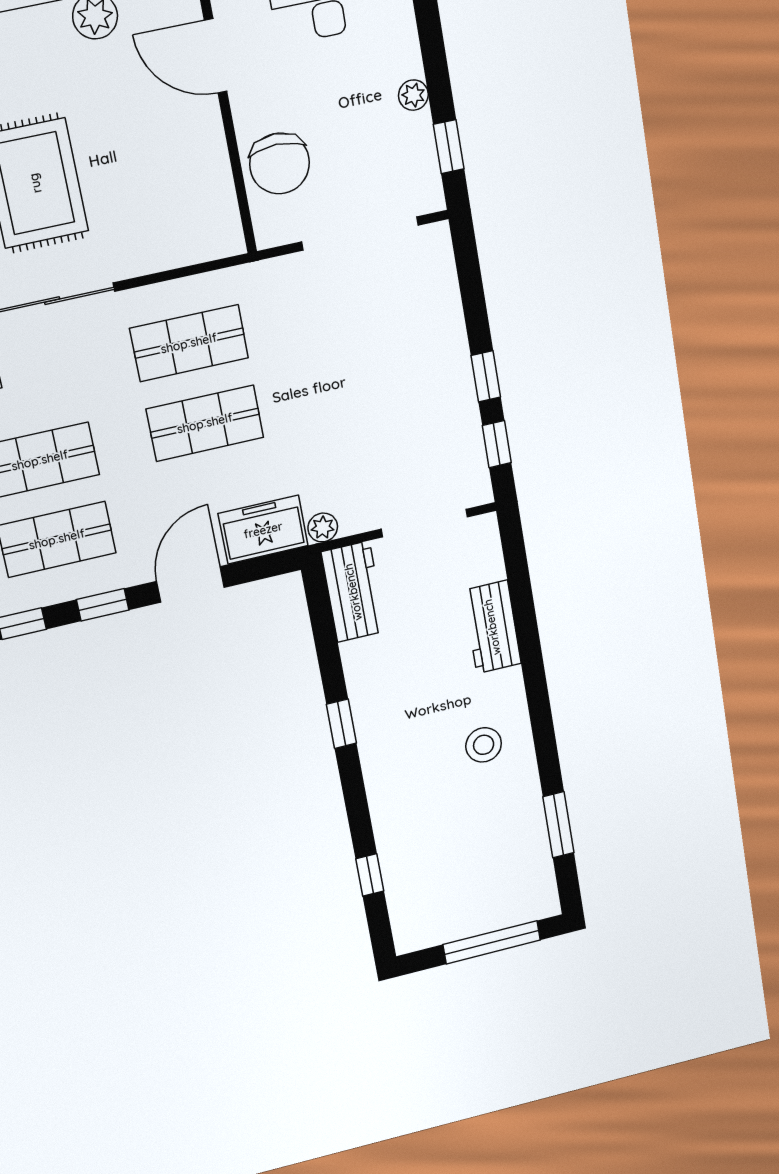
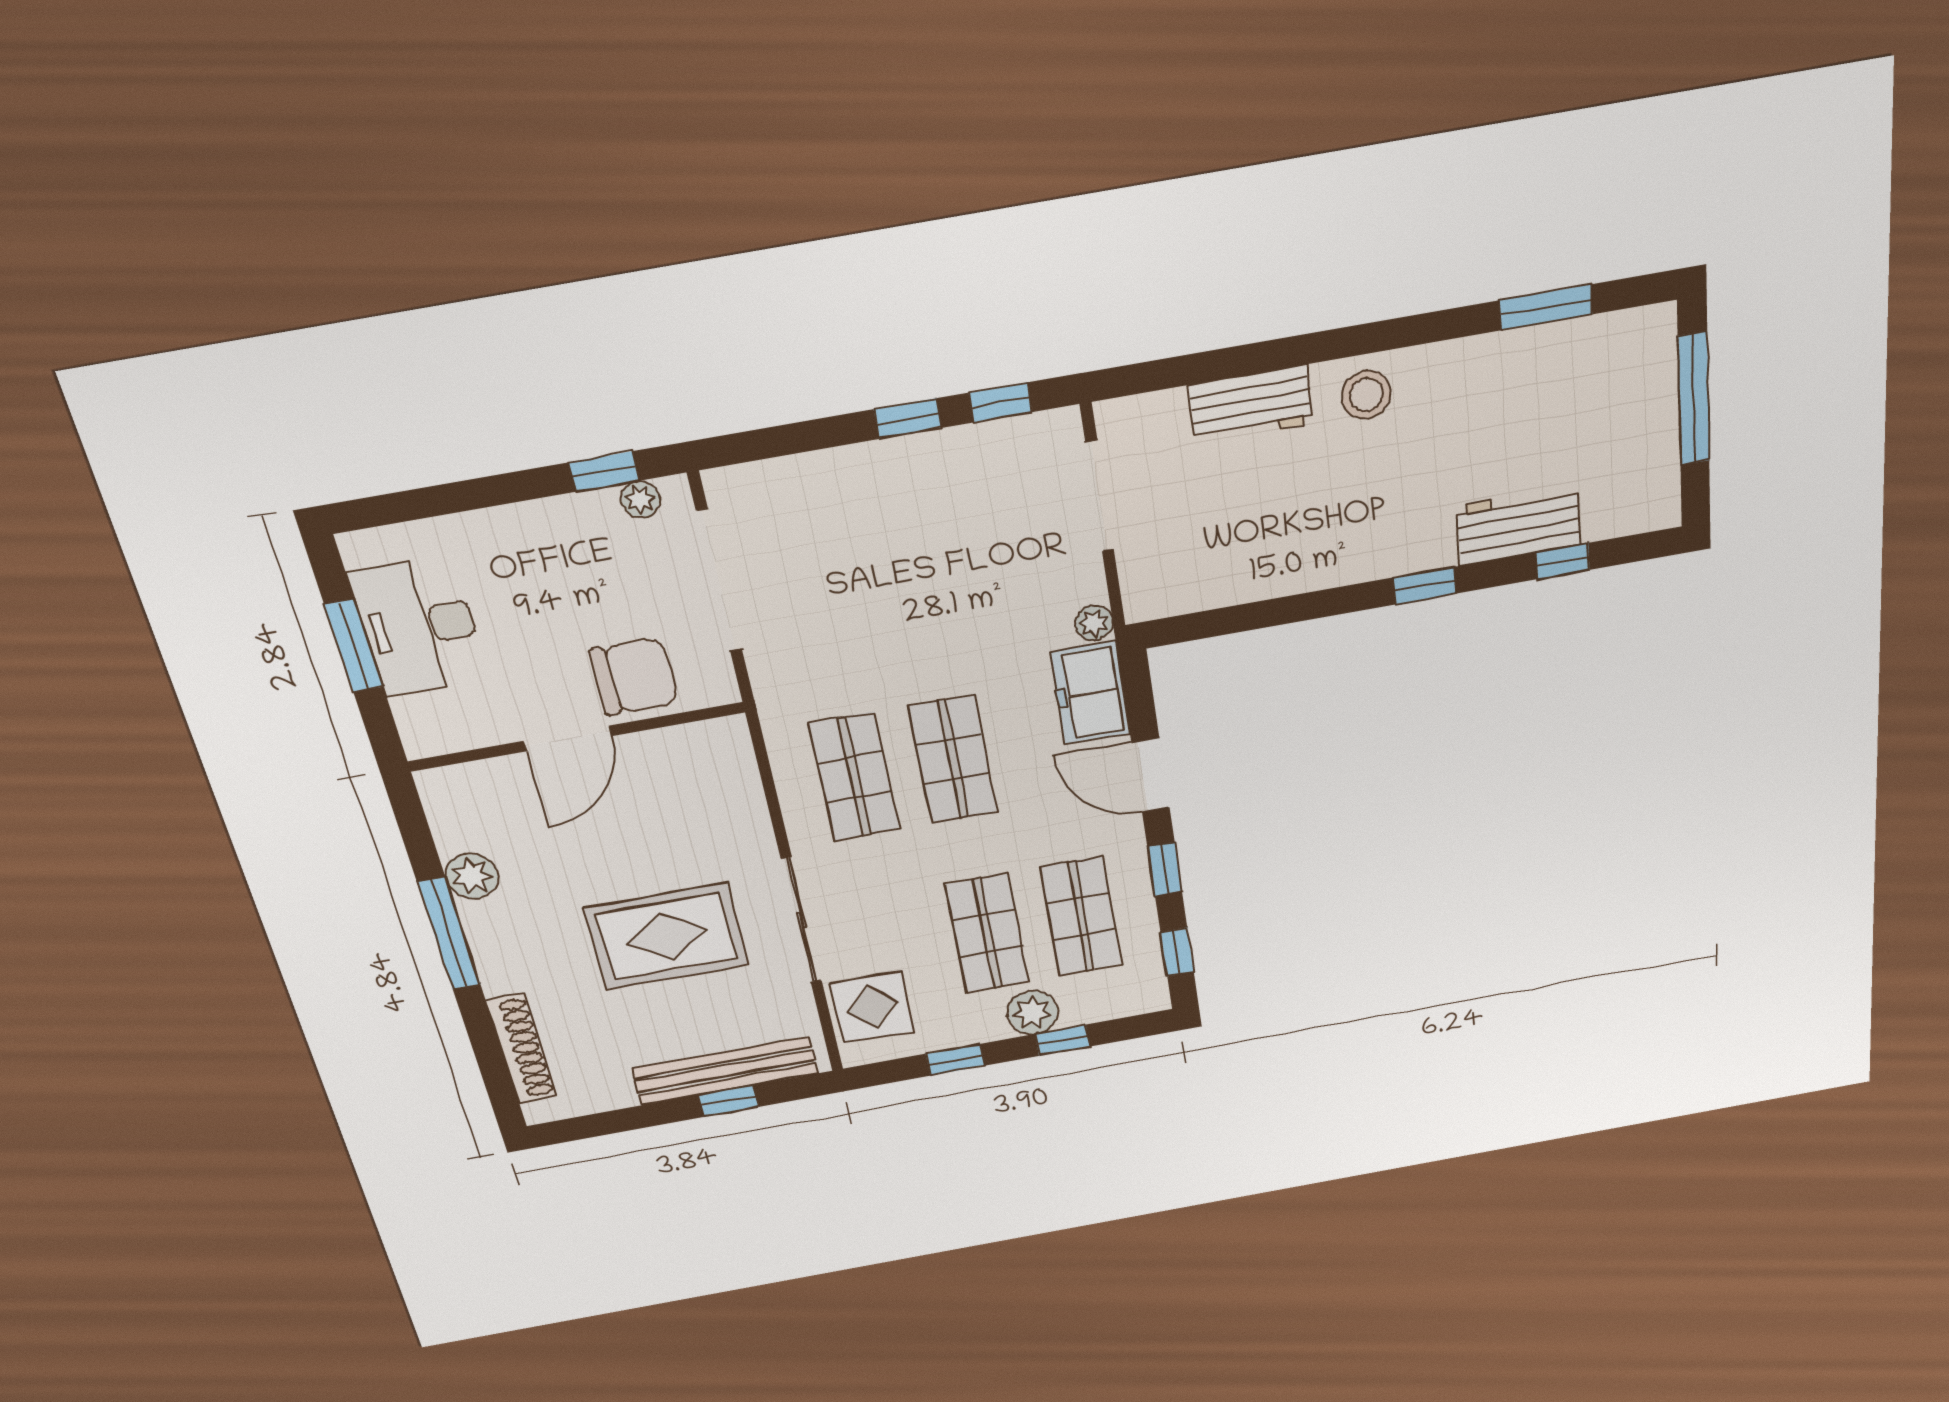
door: (215, 56) -> (568, 738), moved
plant: (413, 95) -> (640, 499), moved
workbench: (353, 592) -> (1519, 525), moved
window: (341, 724) -> (1425, 586), moved
stool: (484, 745) -> (1366, 395), moved

